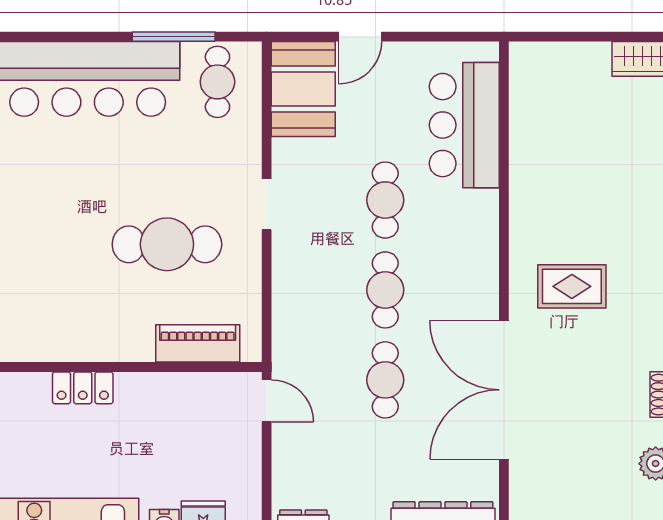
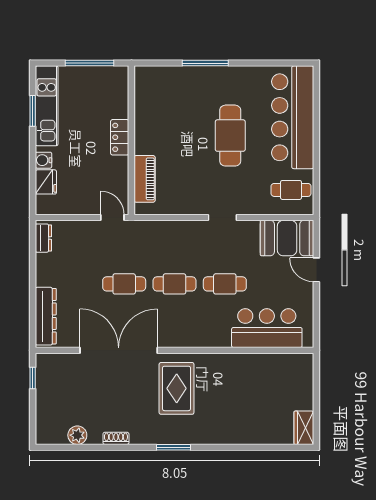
window: (174, 37) -> (316, 165), removed
cafe table: (167, 244) -> (230, 136), moved
rug: (572, 286) -> (177, 388), width x1.36, depth x1.43
locker: (83, 388) -> (120, 137), moved
door: (267, 401) -> (112, 217), swing flipped

